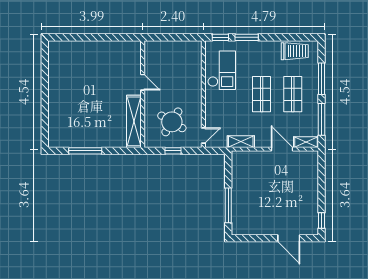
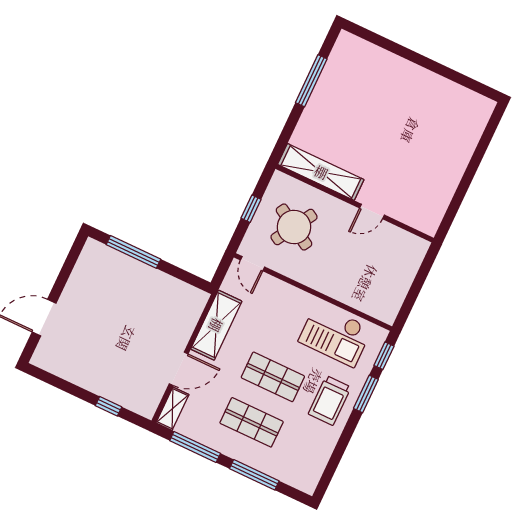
trolley: (295, 51) -> (330, 400), moved
shelving: (241, 142) -> (216, 325), width x1.50, depth x1.33
window: (321, 220) -> (109, 406), moved

